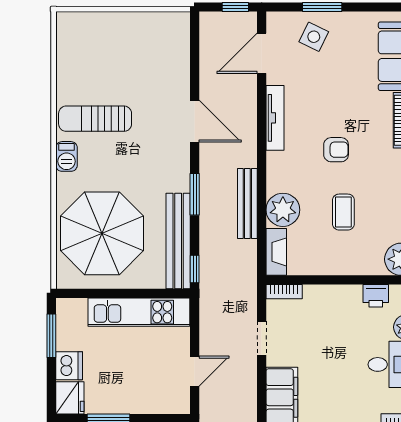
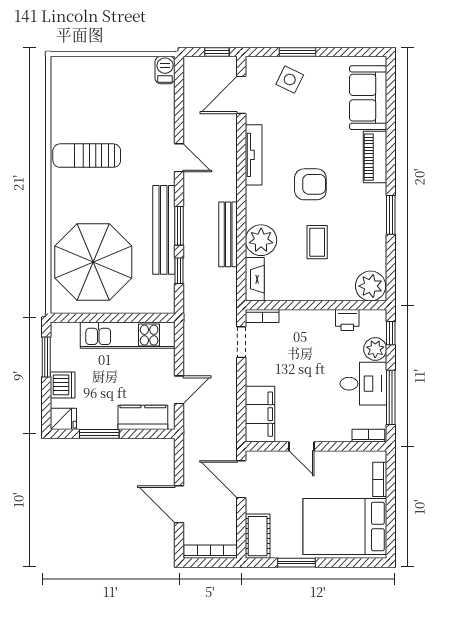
door: (195, 121) -> (179, 158), width x0.73
armchair: (336, 150) -> (310, 184), width x1.38, depth x1.38
barbecue: (67, 156) -> (165, 70), moved, turned 180
bench: (178, 241) -> (164, 230), moved
window: (195, 269) -> (179, 271), moved
doorway: (262, 338) -> (241, 342), moved
fridge: (70, 398) -> (63, 419), width x0.72
kitchen counter: (156, 401) -> (143, 417), added

